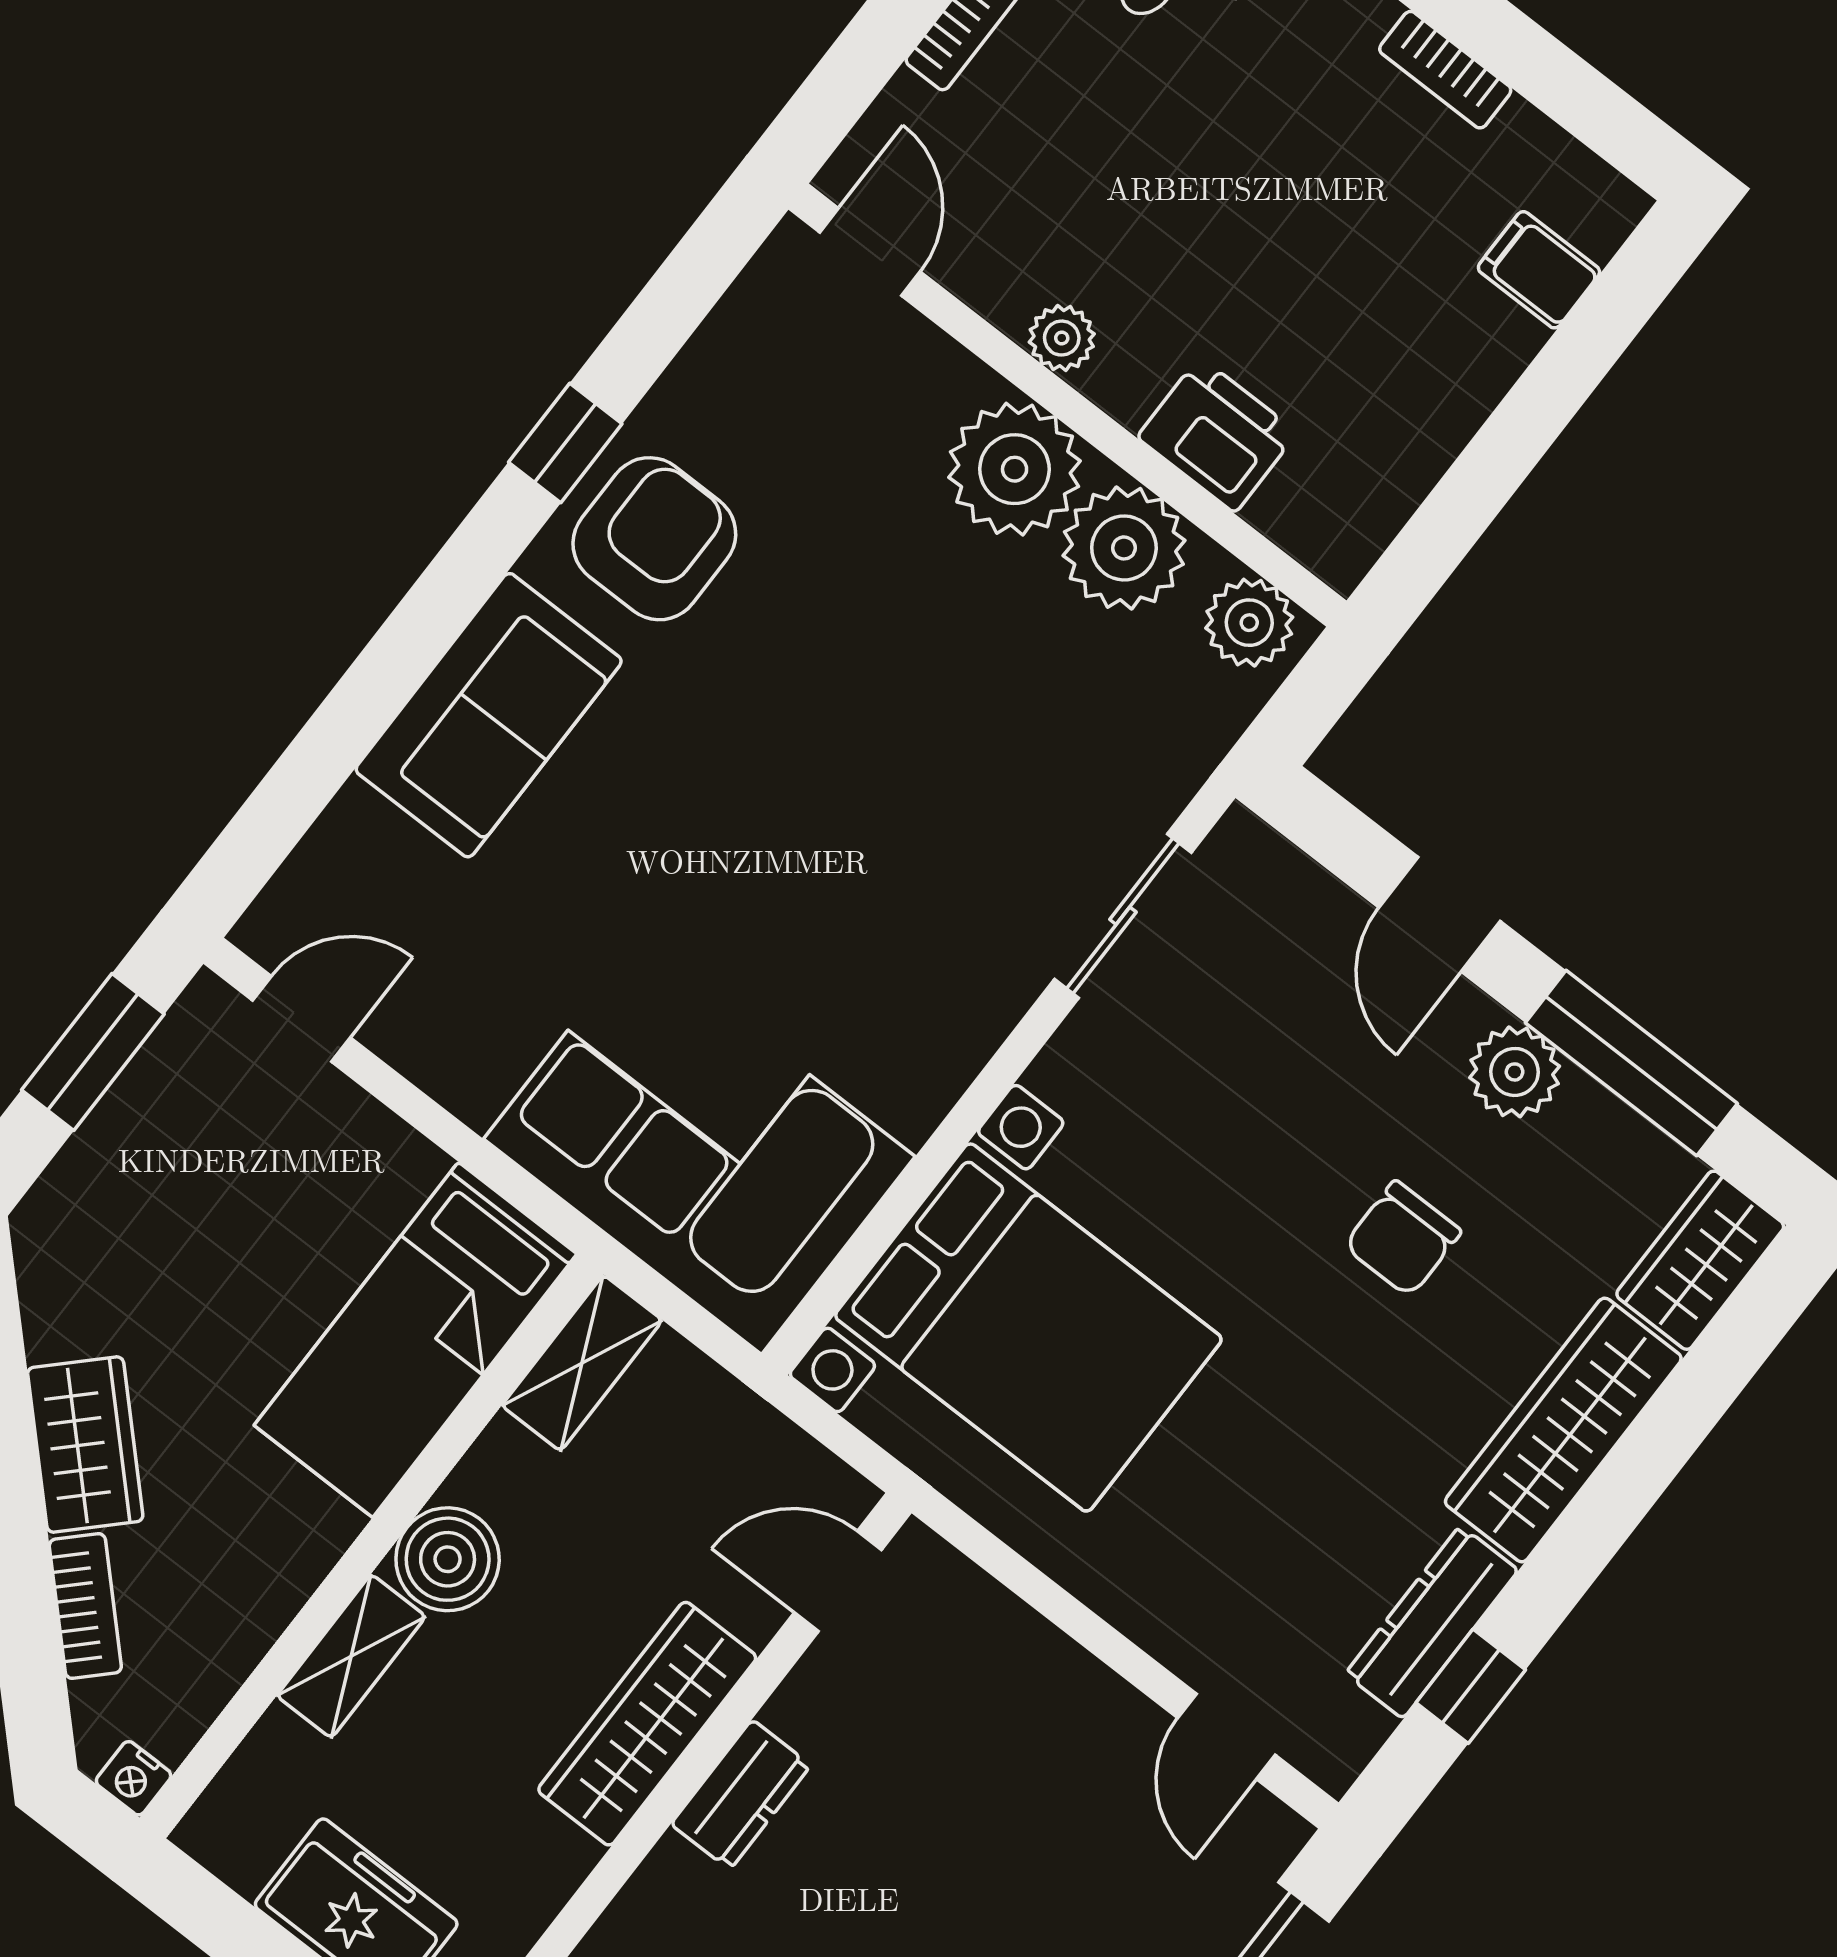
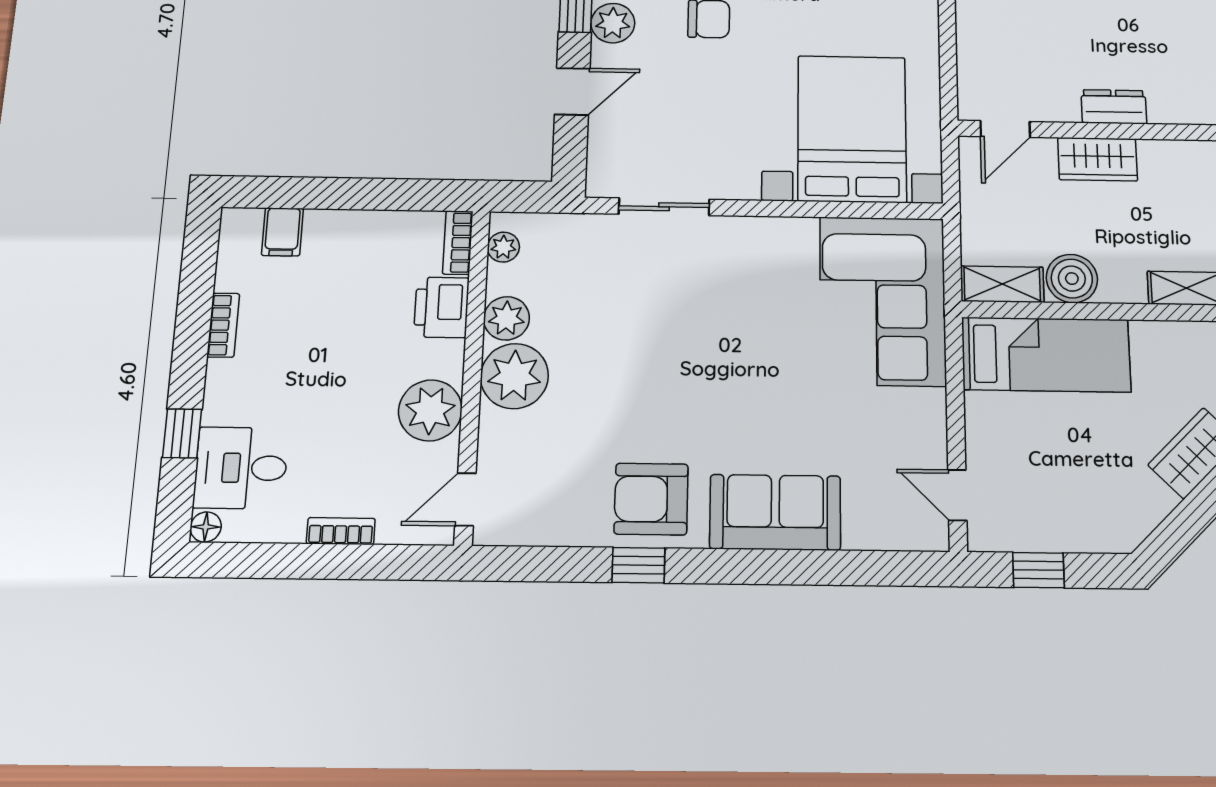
plant: (1062, 338) -> (430, 410), width x1.88, depth x1.88
bookcase: (1310, 538) -> (458, 243), added
plant: (1124, 548) -> (506, 318), width x0.73, depth x0.73
plant: (1249, 623) -> (503, 247), width x0.73, depth x0.73
window: (93, 1052) -> (1038, 570), width x0.67
boiler: (448, 1559) -> (1072, 279), moved
door: (838, 1581) -> (1005, 129), hinge flipped
wardrobe: (647, 1724) -> (1098, 159), width x0.67

